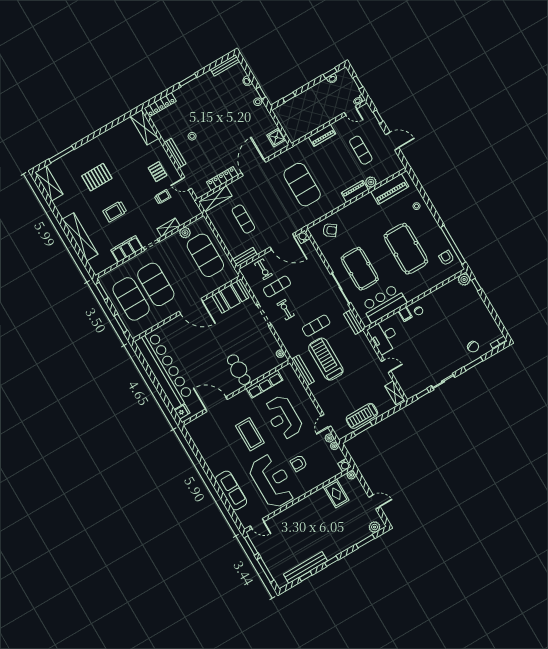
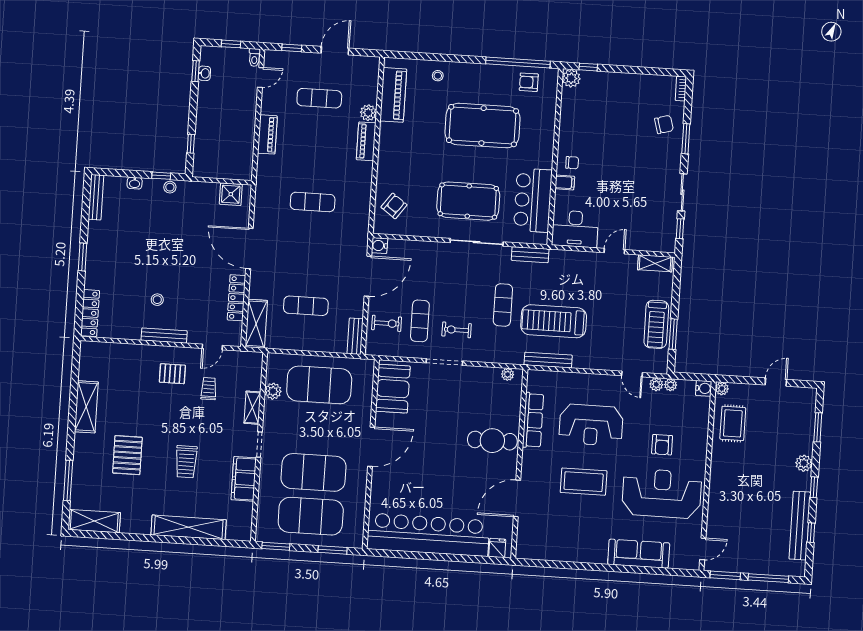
shelving: (145, 127) -> (86, 407), moved, turned 90
exercise mat: (302, 185) -> (313, 202), width x0.50, depth x0.69
rug: (336, 494) -> (733, 423), turned 90
plant: (374, 527) -> (804, 463), moved

